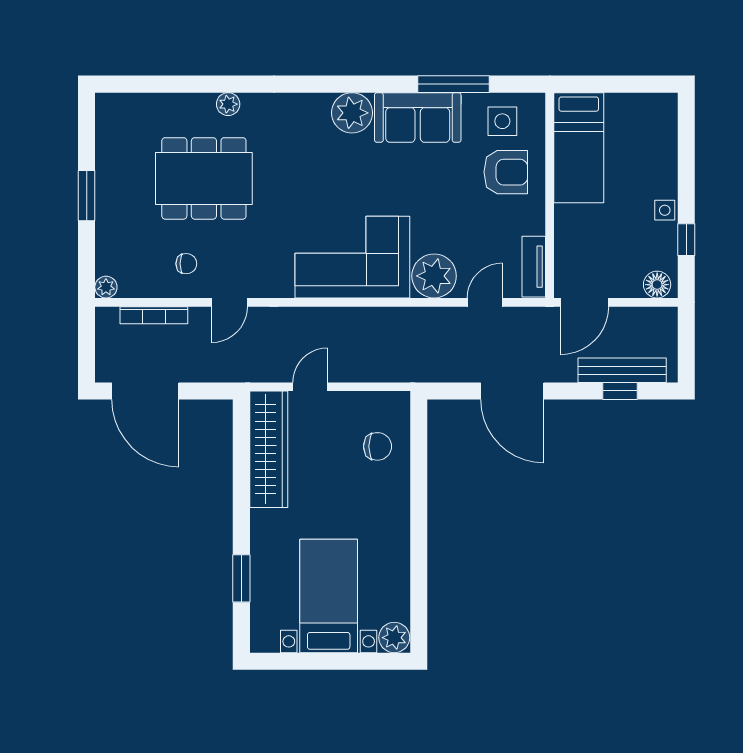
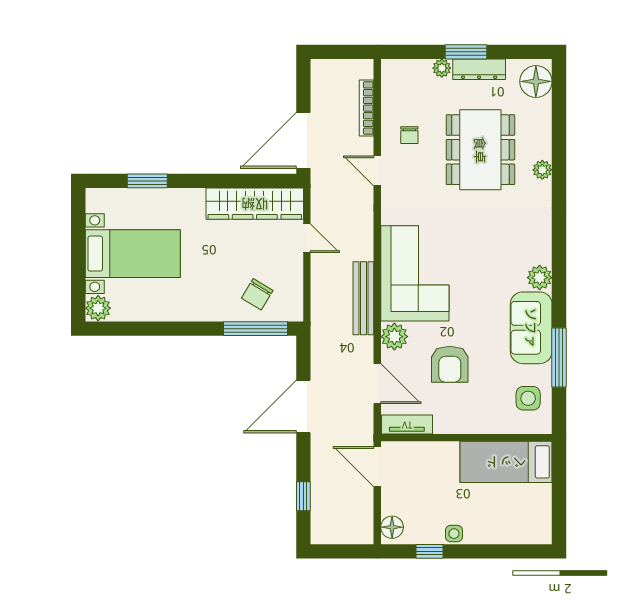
floor lamp: (122, 112) -> (536, 81), added
plant: (352, 113) -> (540, 278), width x0.73, depth x0.73
armchair: (506, 172) -> (450, 364), moved
dresser: (107, 180) -> (479, 69), added
plant: (434, 276) -> (394, 337), width x0.73, depth x0.73
plant: (106, 287) -> (442, 68), moved
door: (485, 302) -> (377, 384), width x1.37
bench: (622, 370) -> (363, 298), moved
door: (145, 391) -> (303, 140), moved
chair: (378, 446) -> (257, 294), turned 31
window: (419, 448) -> (256, 329), added

